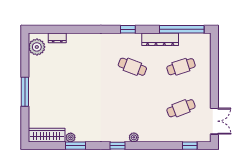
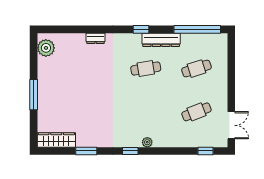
dresser: (57, 38) -> (96, 38), moved
dresser: (160, 39) -> (161, 40), moved
cafe table: (132, 67) -> (146, 69), turned -30
plant: (71, 137) -> (81, 142), removed

